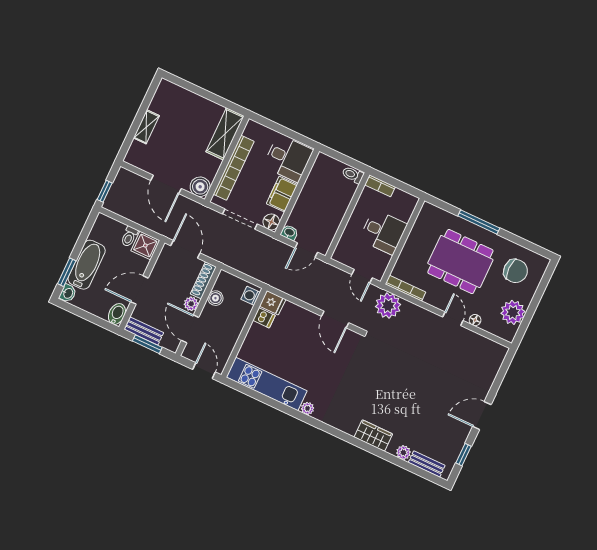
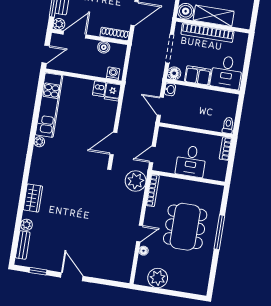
shelving: (225, 134) -> (214, 16), moved
chair: (516, 271) -> (190, 271), removed
plant: (191, 304) -> (59, 24), moved

